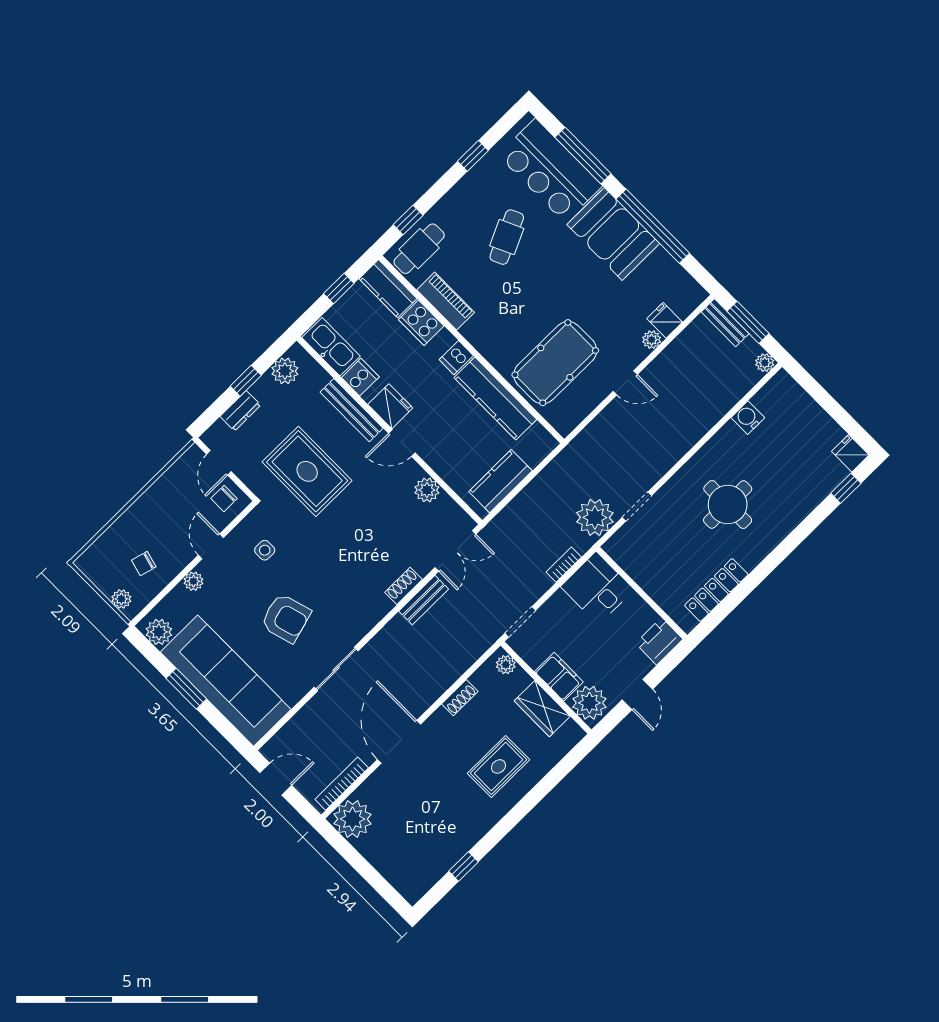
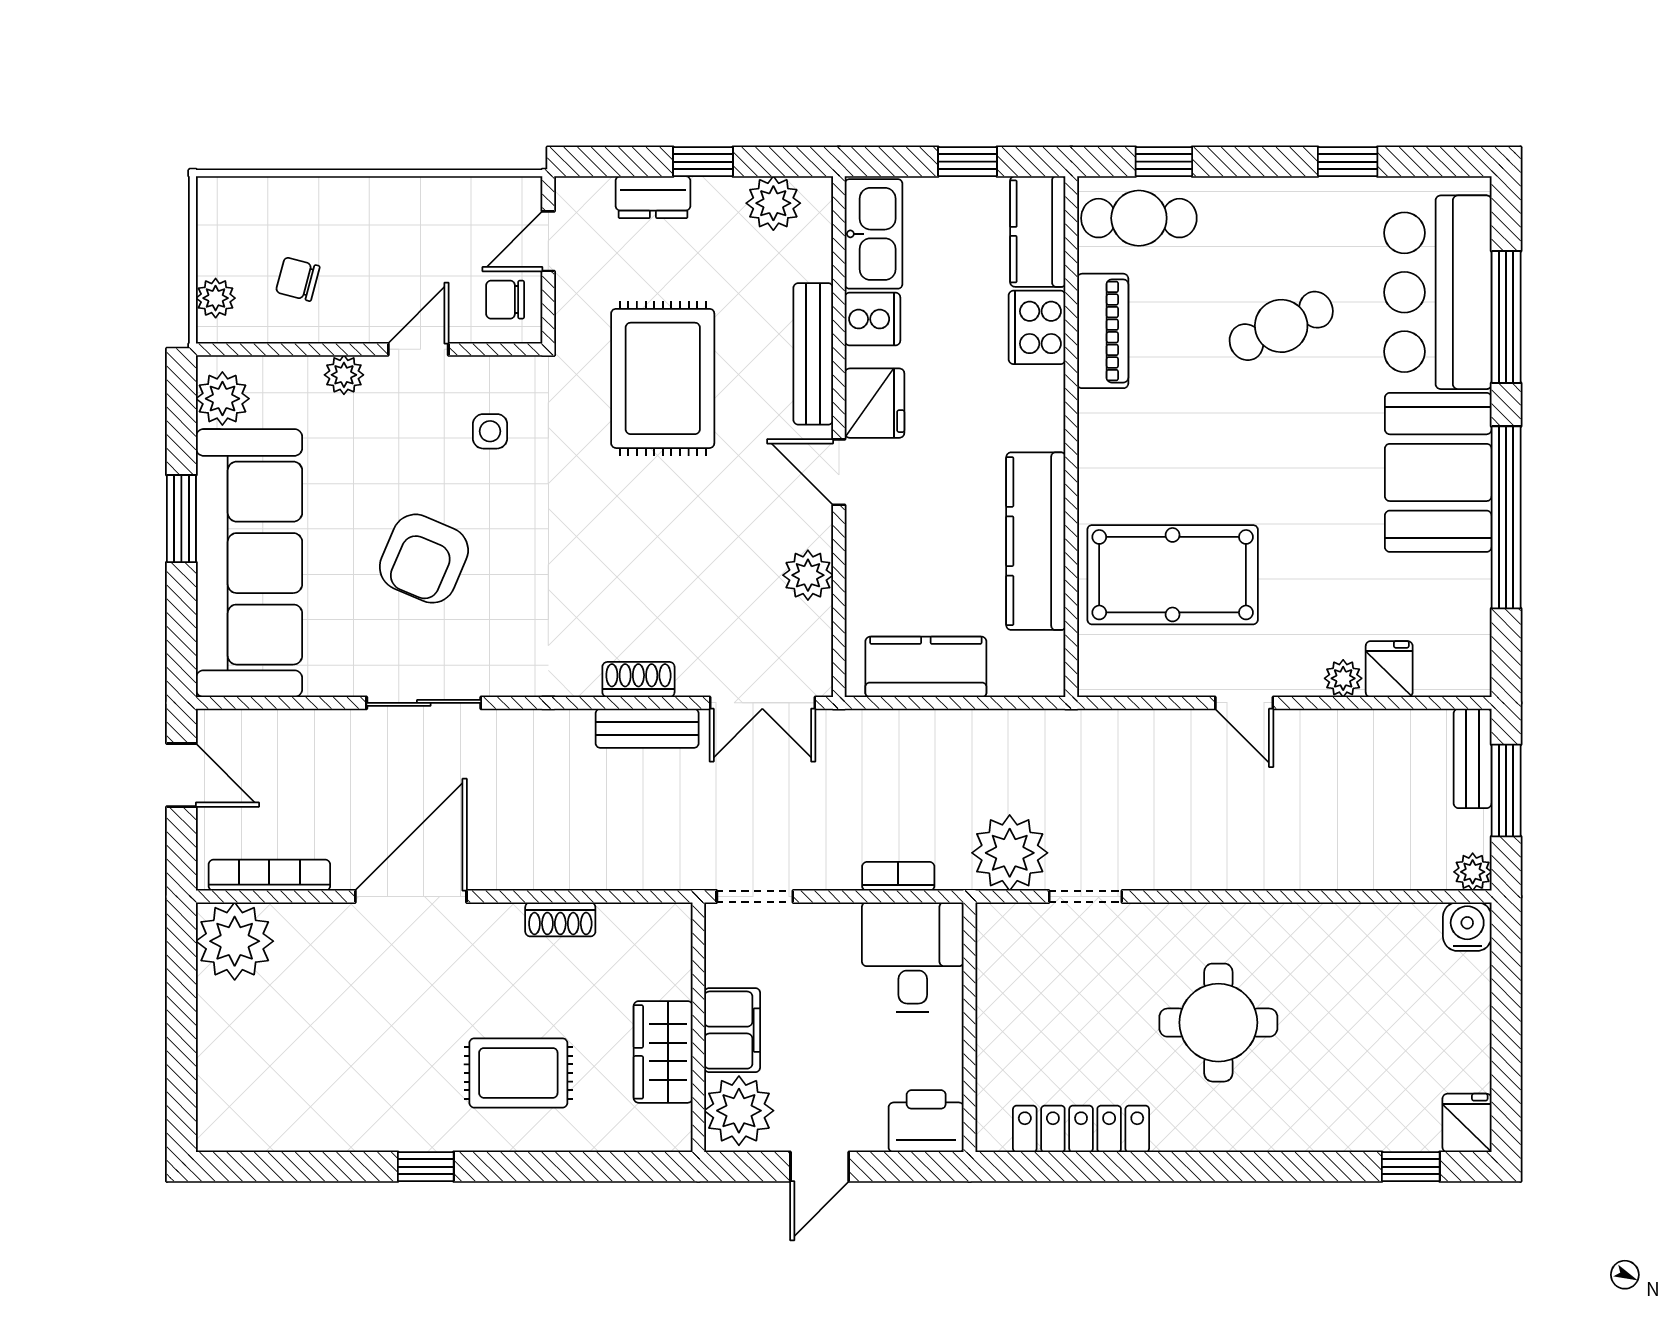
dishwasher: (456, 358) -> (1038, 427), removed
water cooler: (748, 418) -> (1467, 927), moved
armchair: (286, 618) -> (424, 559), turned 39
plant: (506, 665) -> (673, 937), removed
window: (463, 866) -> (426, 1167), moved

